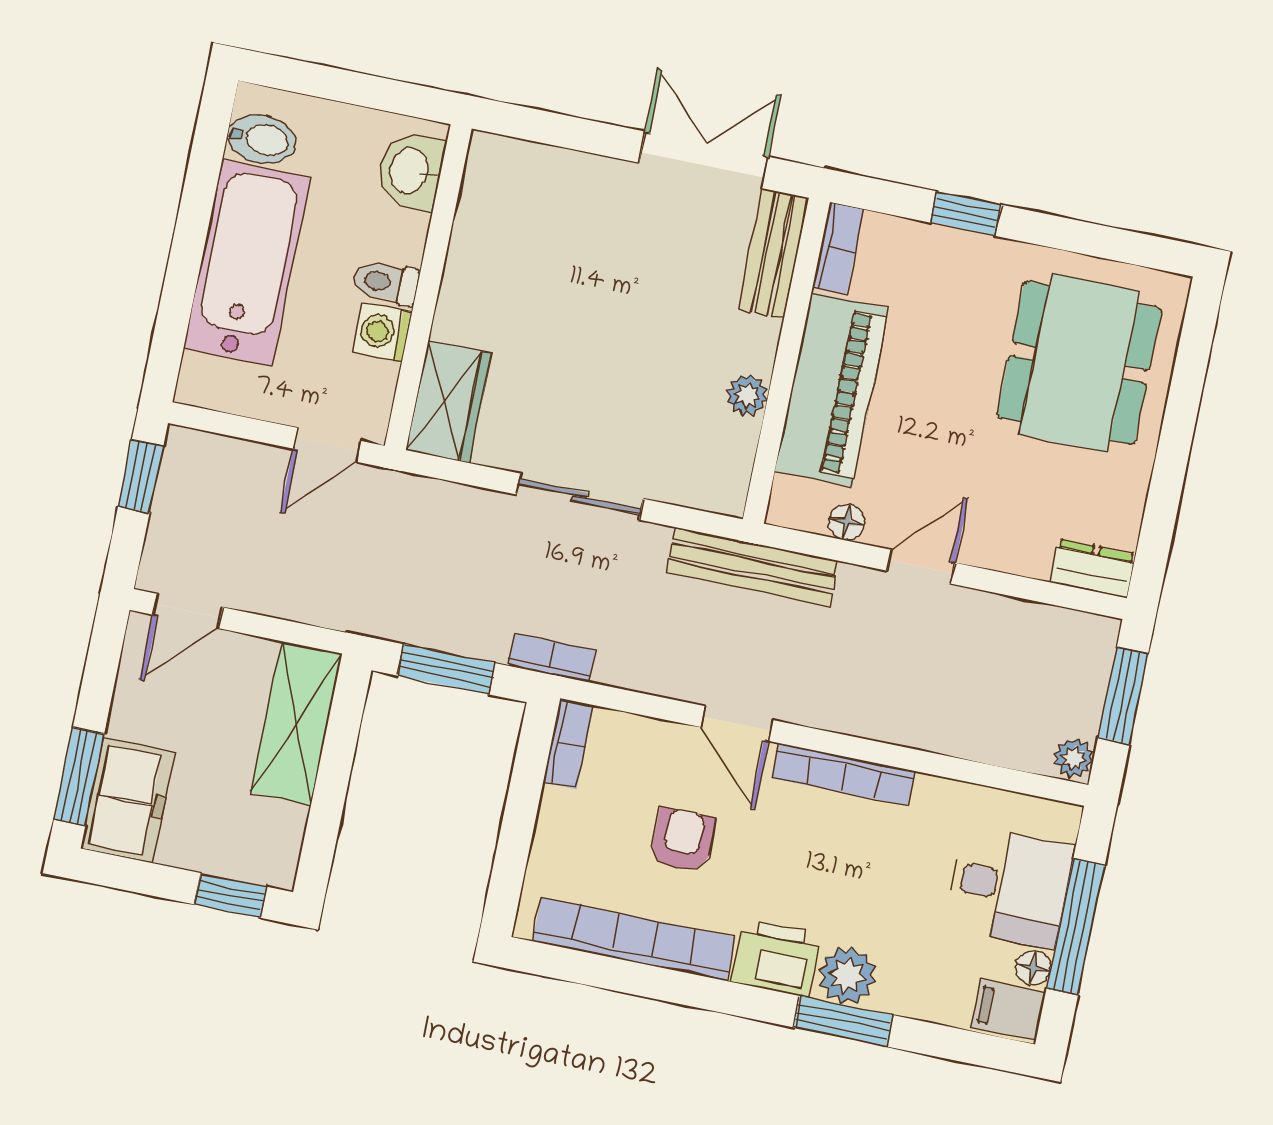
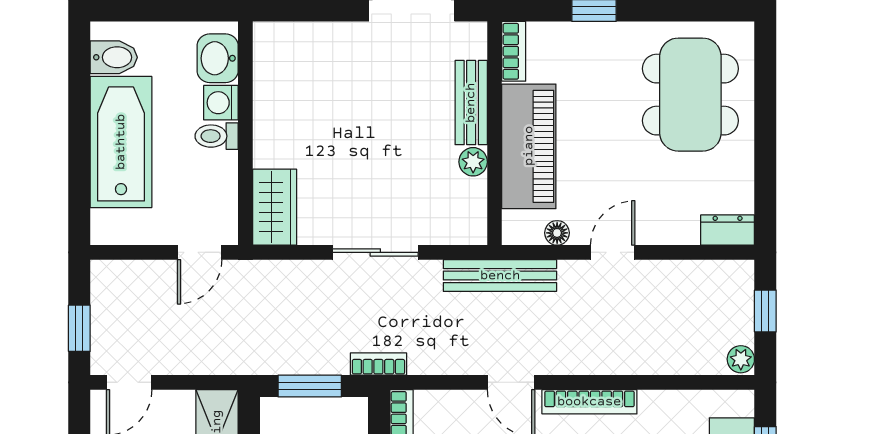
bench: (773, 253) -> (471, 103), moved
washing machine: (382, 332) -> (221, 103), moved
window: (141, 476) -> (79, 328), moved
window: (1123, 696) -> (765, 311), width x0.67

